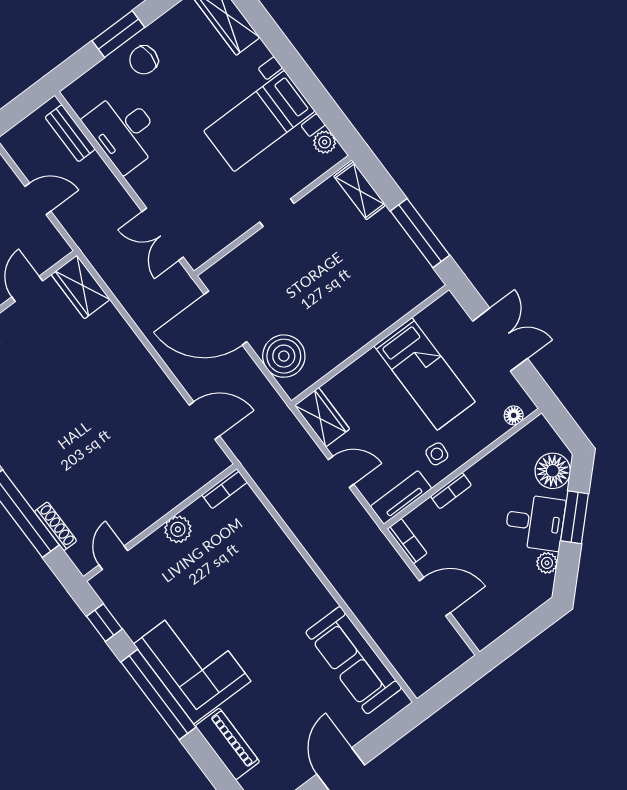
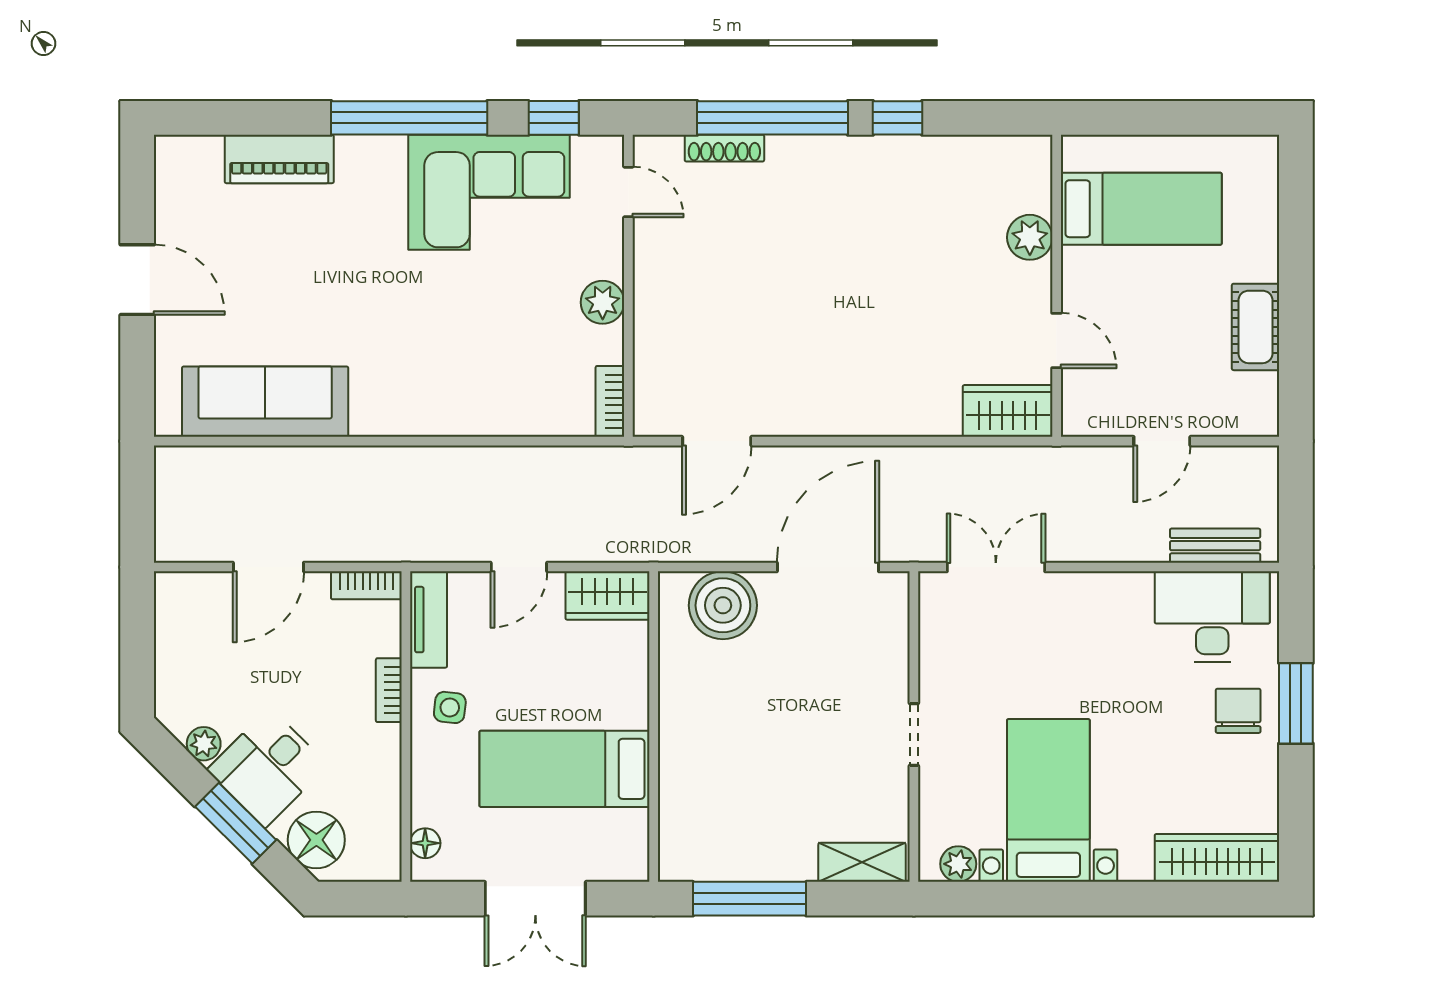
desk: (124, 131) -> (1212, 616), moved
corner sofa: (192, 663) -> (489, 192), moved

